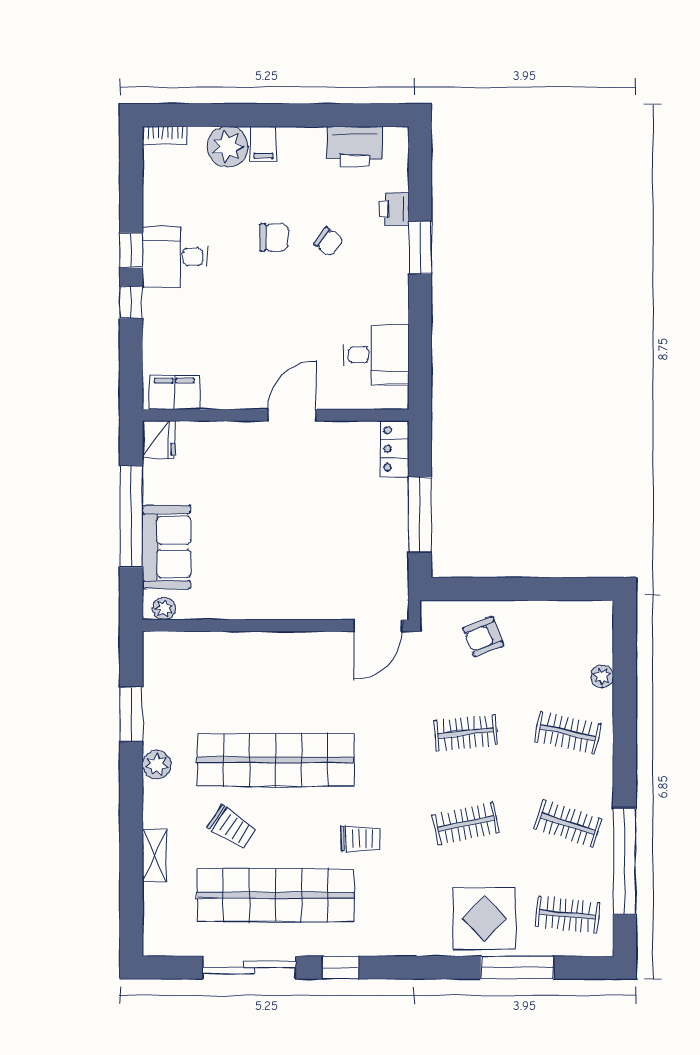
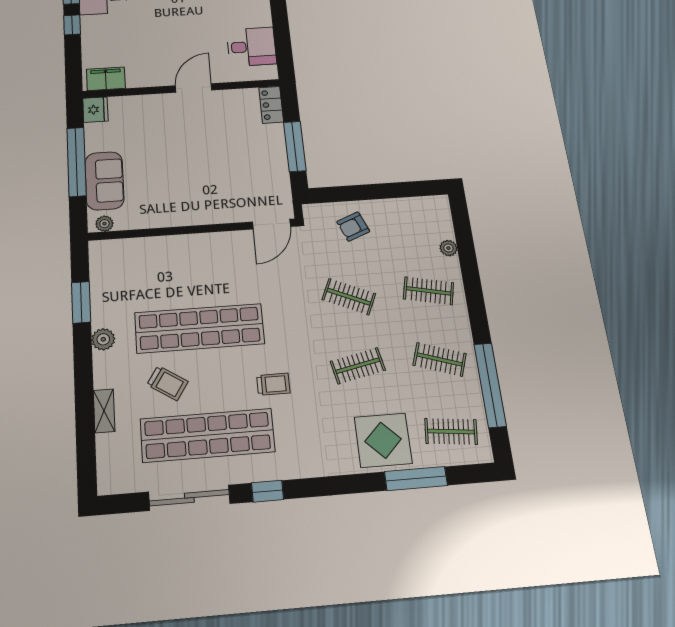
clothes rail: (466, 733) -> (349, 297), turned 30

